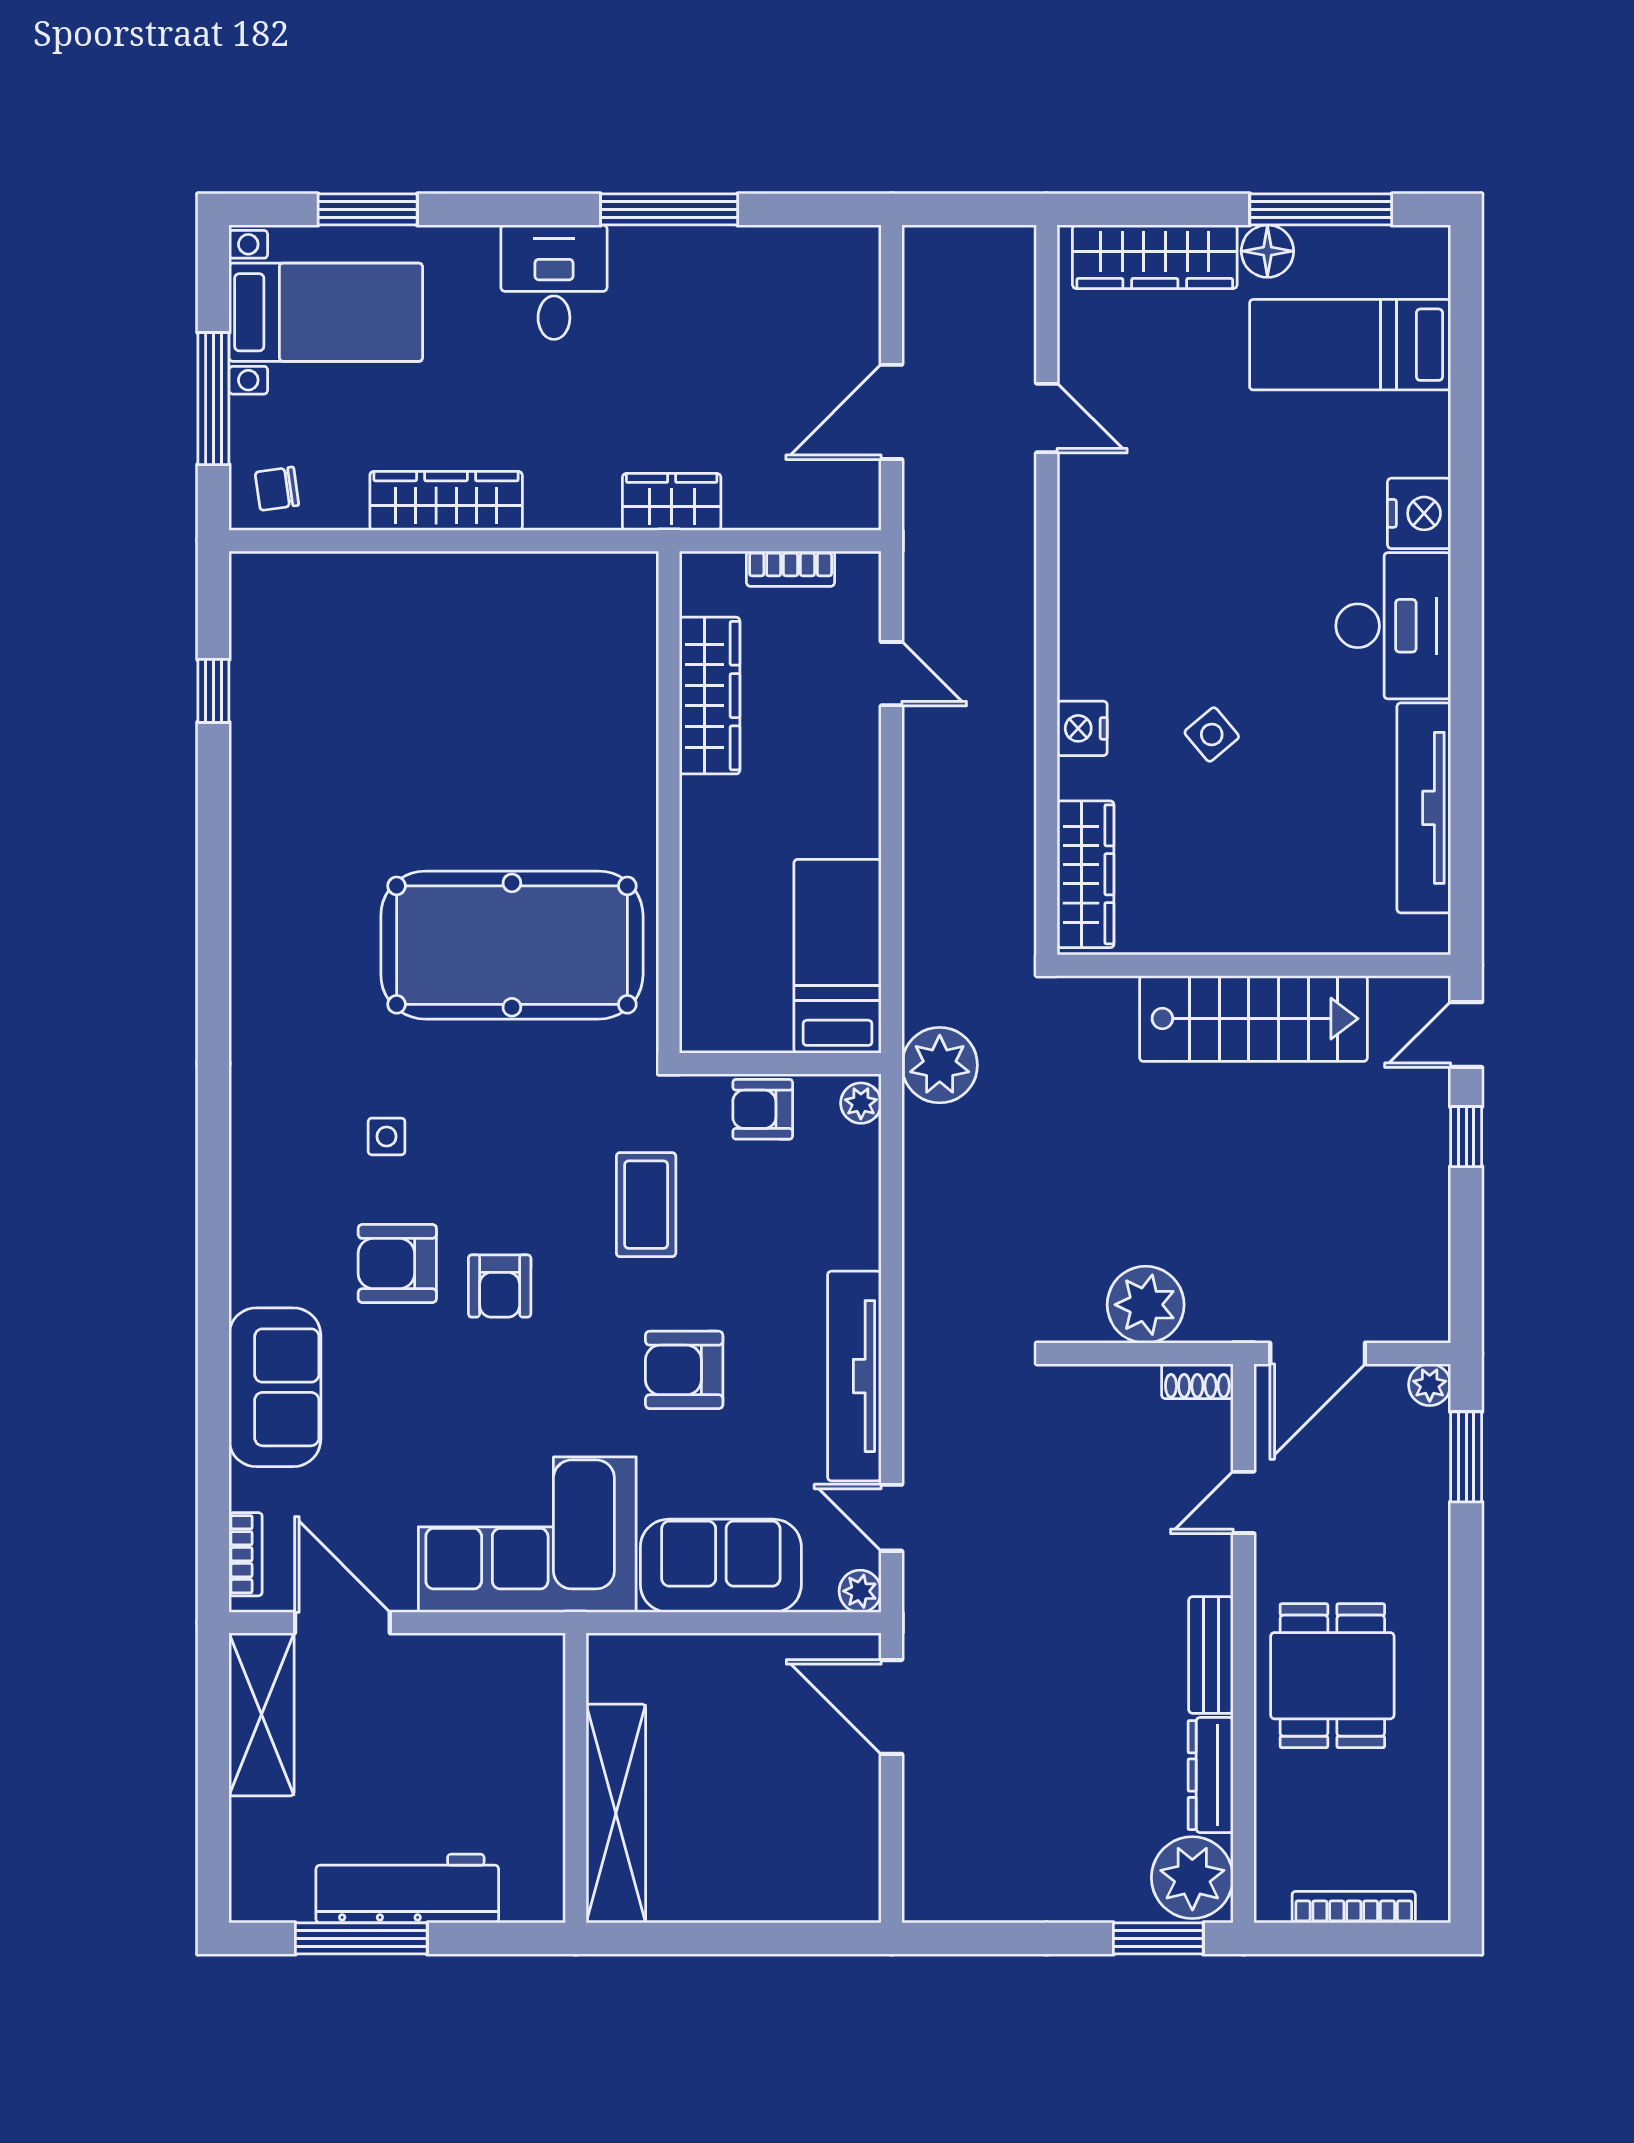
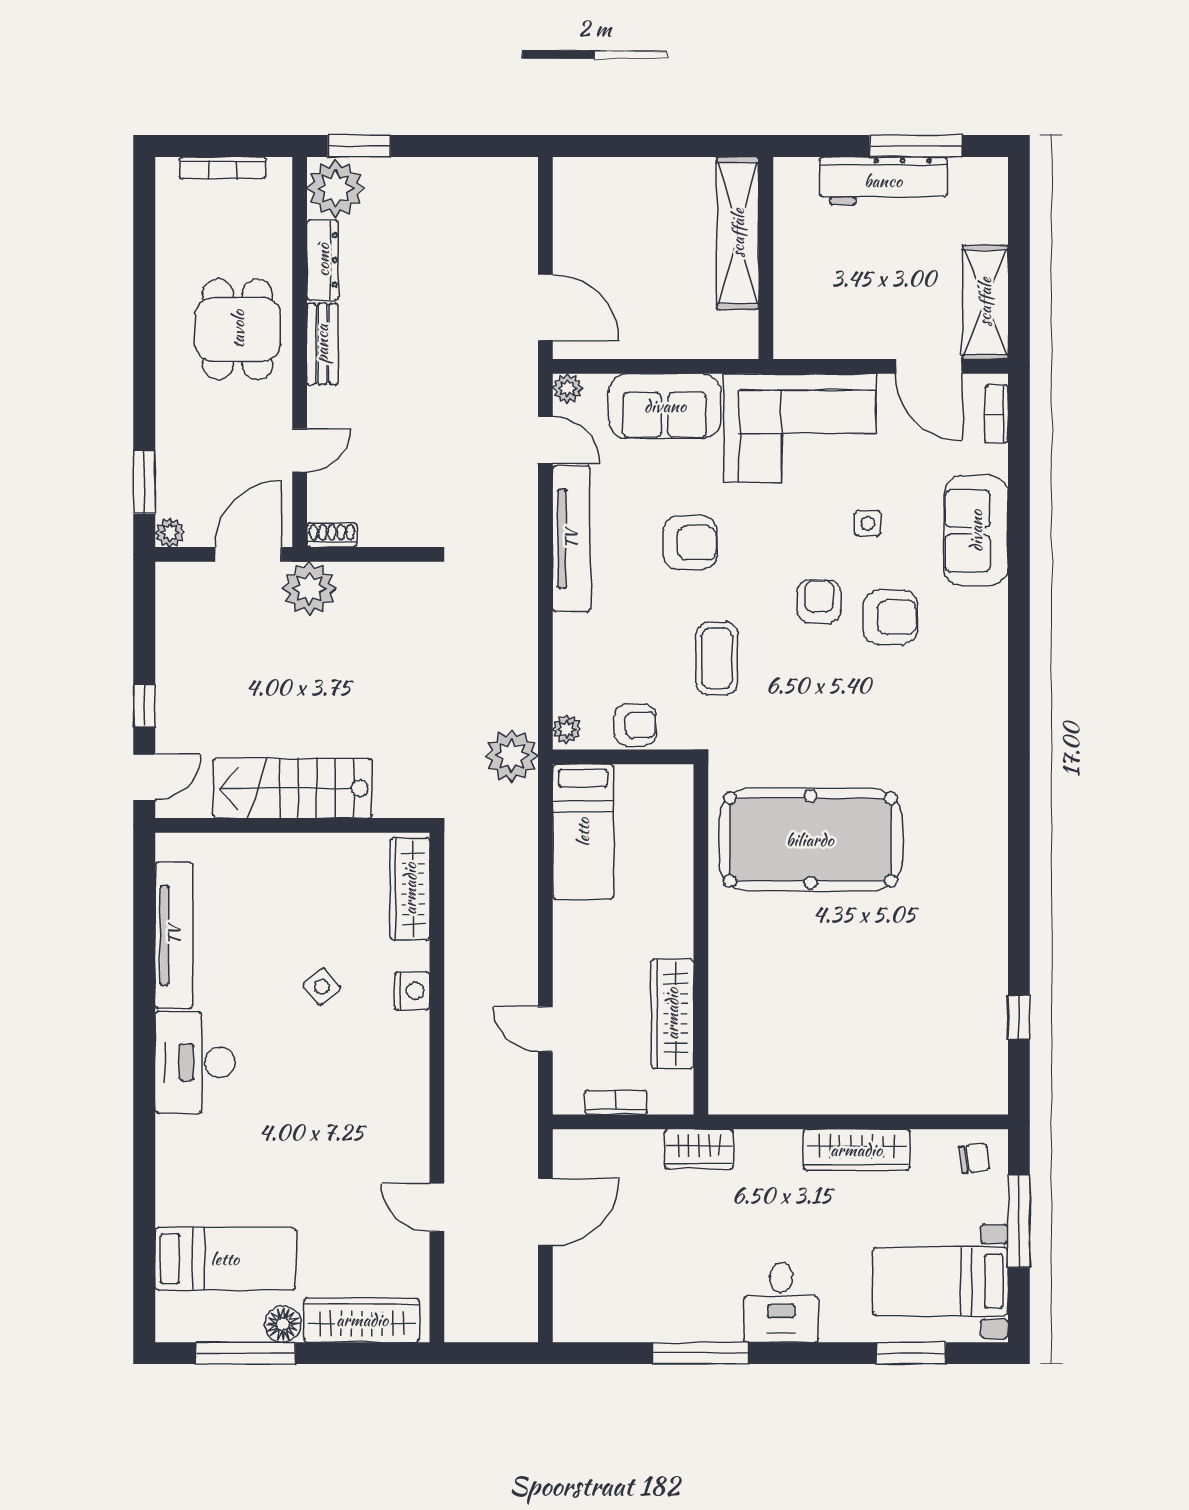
nightstand: (1419, 513) -> (177, 1141), removed
side table: (387, 1136) -> (868, 523), moved
plant: (1146, 1305) -> (309, 588), moved

